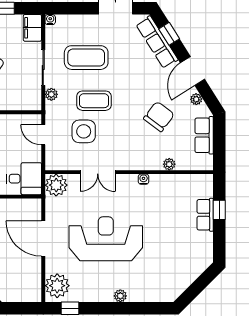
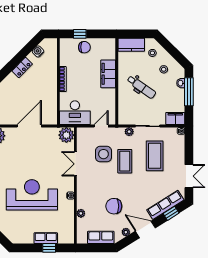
chair: (159, 117) -> (114, 206), turned 143
desk: (24, 179) -> (75, 113), width x1.37
reception desk: (106, 239) -> (32, 195), moved, turned -90

